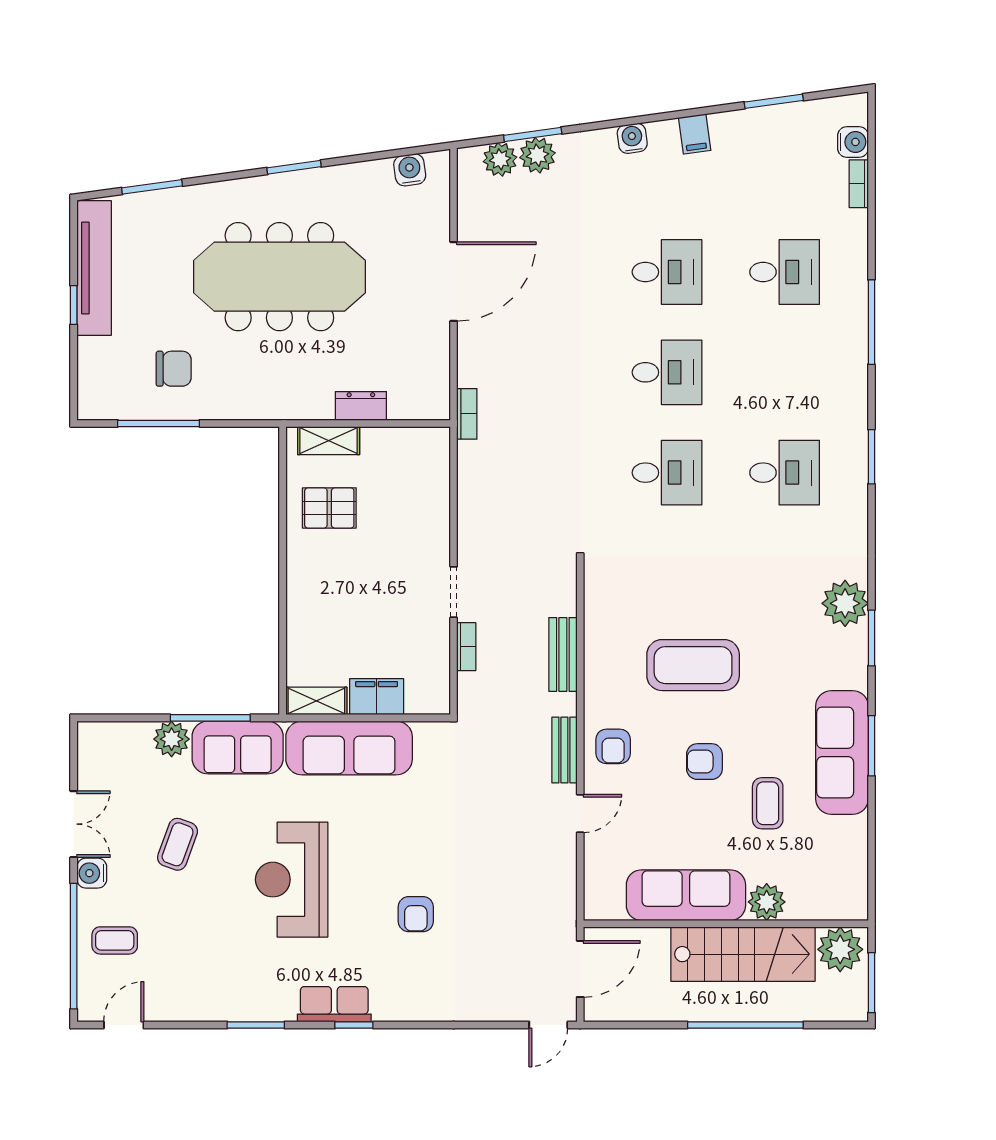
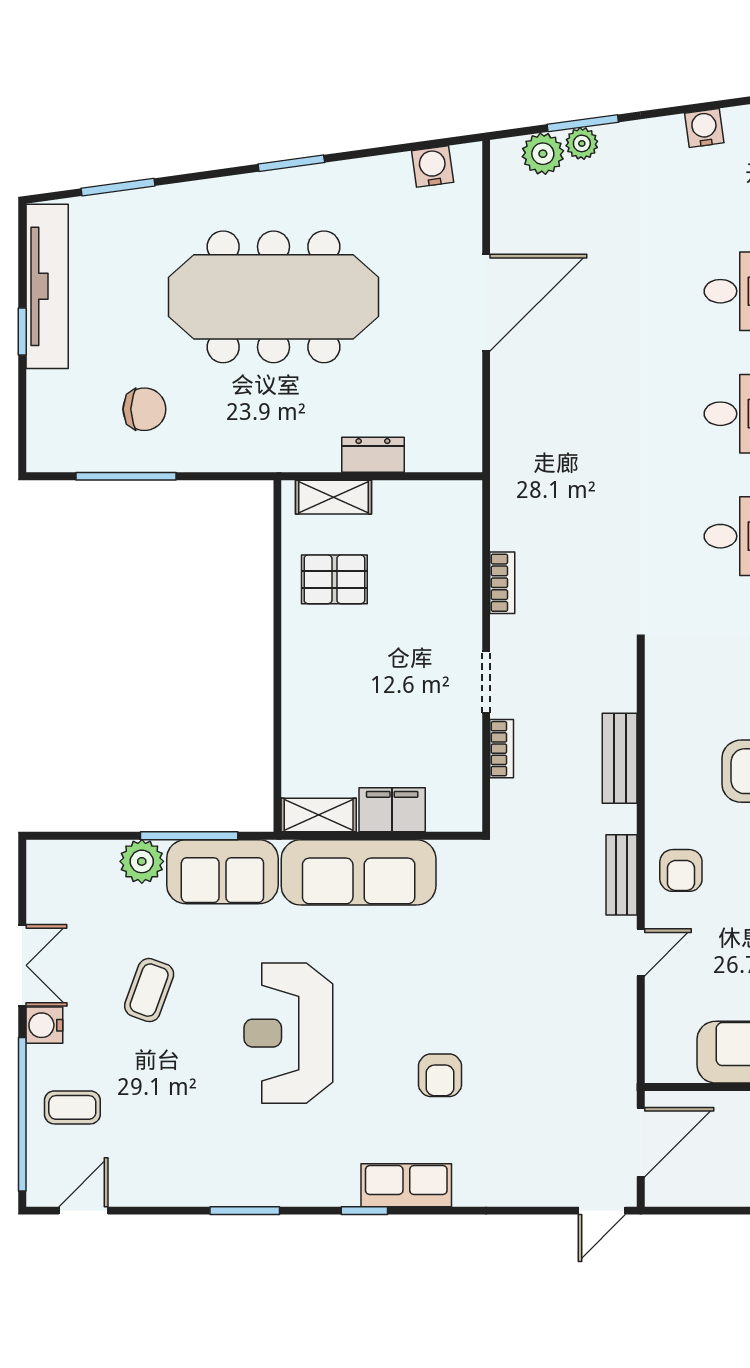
plant: (537, 155) -> (582, 143), width x0.73, depth x0.73
bookcase: (467, 414) -> (502, 583), moved
row of seats: (334, 1004) -> (406, 1185), moved

